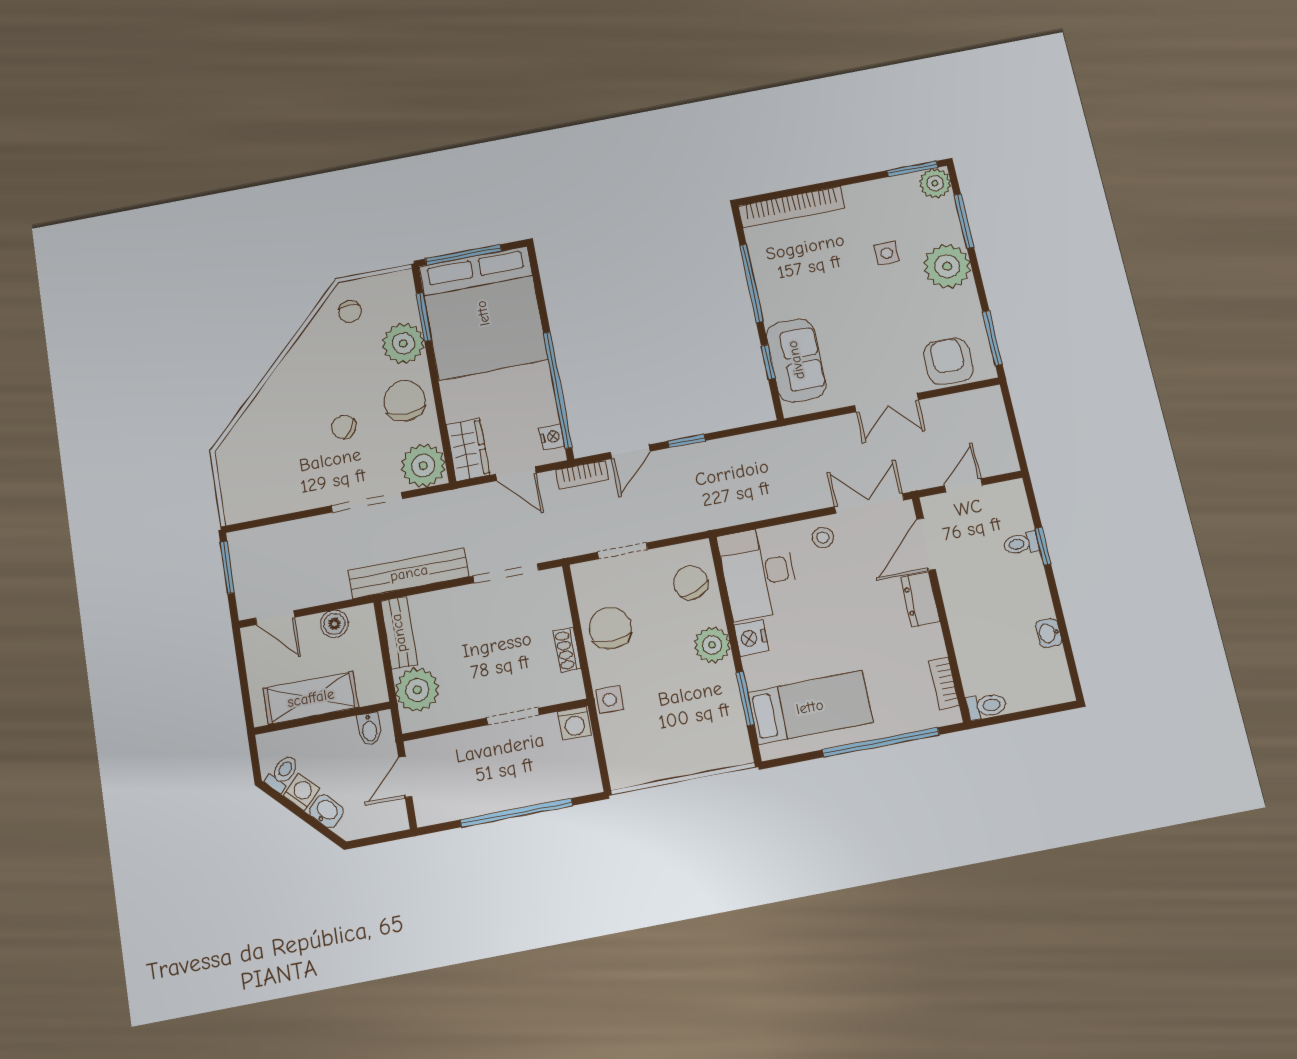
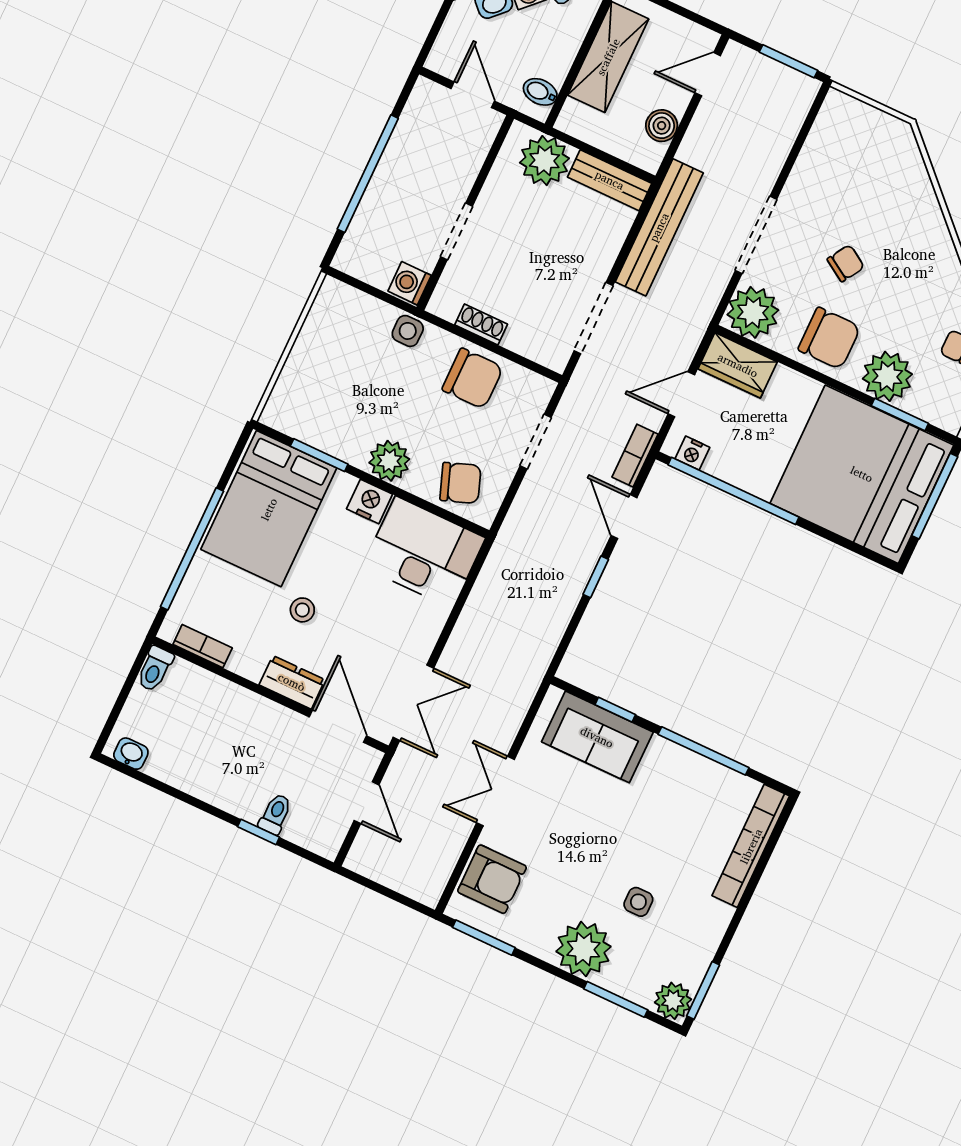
stool: (823, 537) -> (302, 610), moved
washbasin: (1049, 633) -> (131, 754), moved
bed: (810, 707) -> (269, 509), width x1.50

